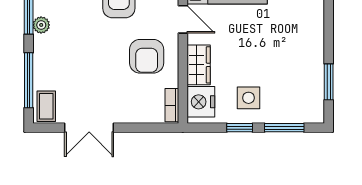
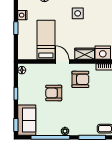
door: (183, 19) -> (62, 62), hinge flipped
side table: (249, 98) -> (78, 13), moved

